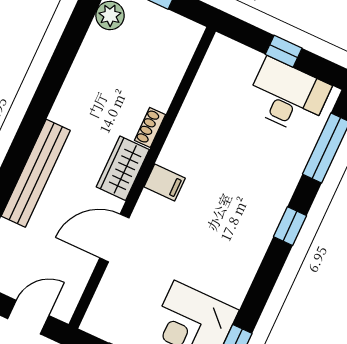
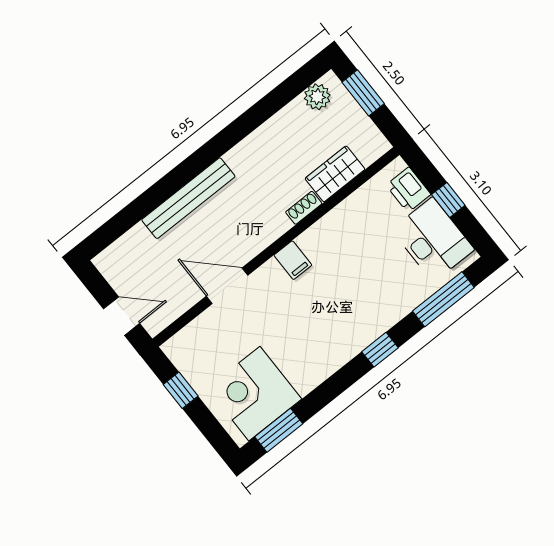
printer: (241, 61) -> (408, 190), added
wardrobe: (123, 168) -> (335, 174), moved

